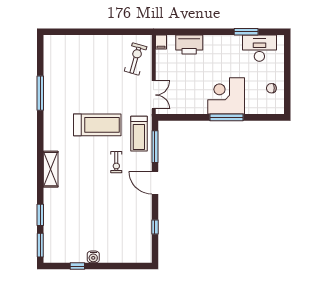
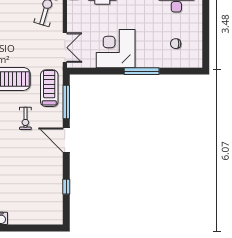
chair: (271, 88) -> (176, 44), moved
corner desk: (226, 96) -> (116, 49), moved
treadmill: (139, 134) -> (49, 88), turned 180

